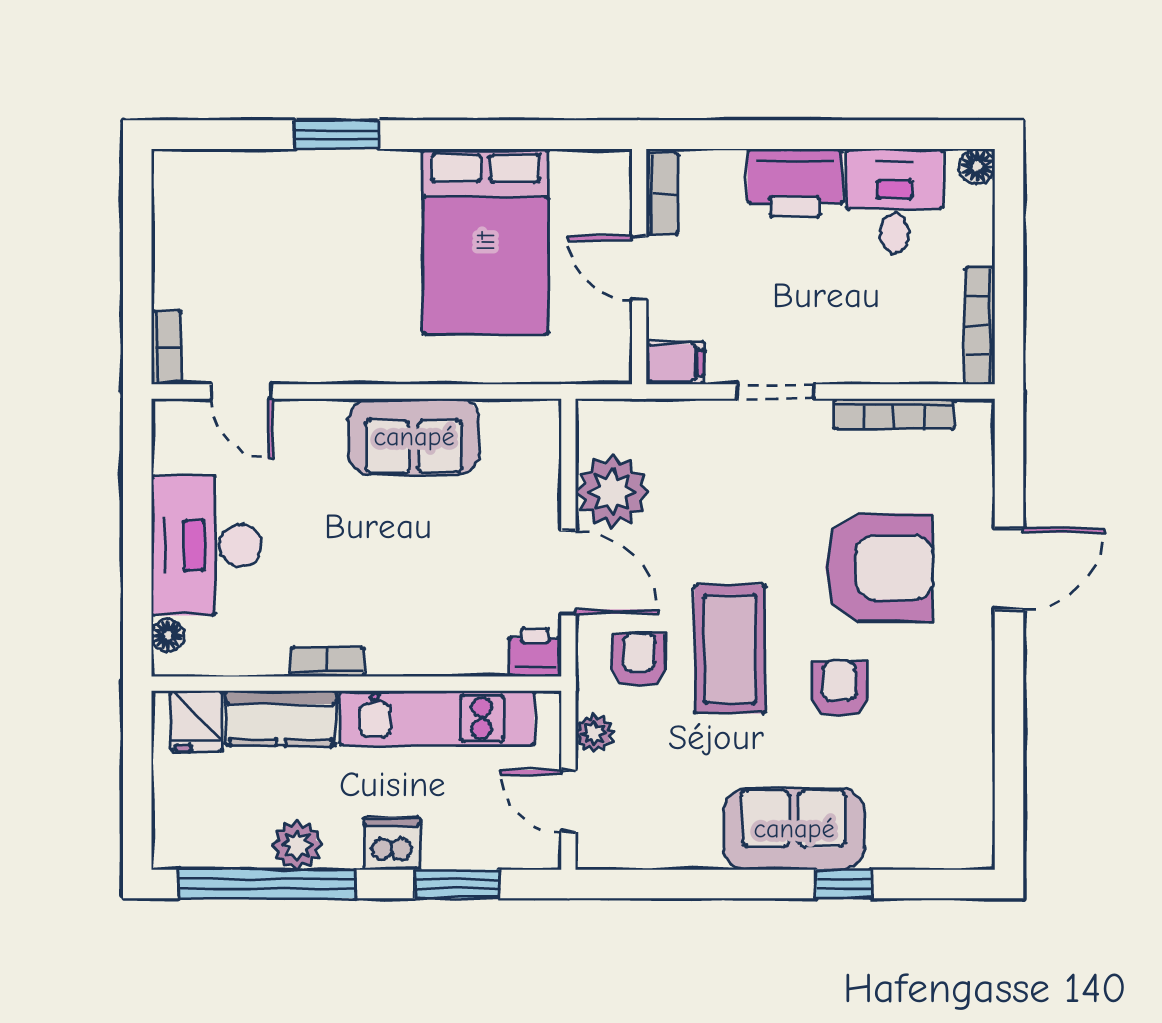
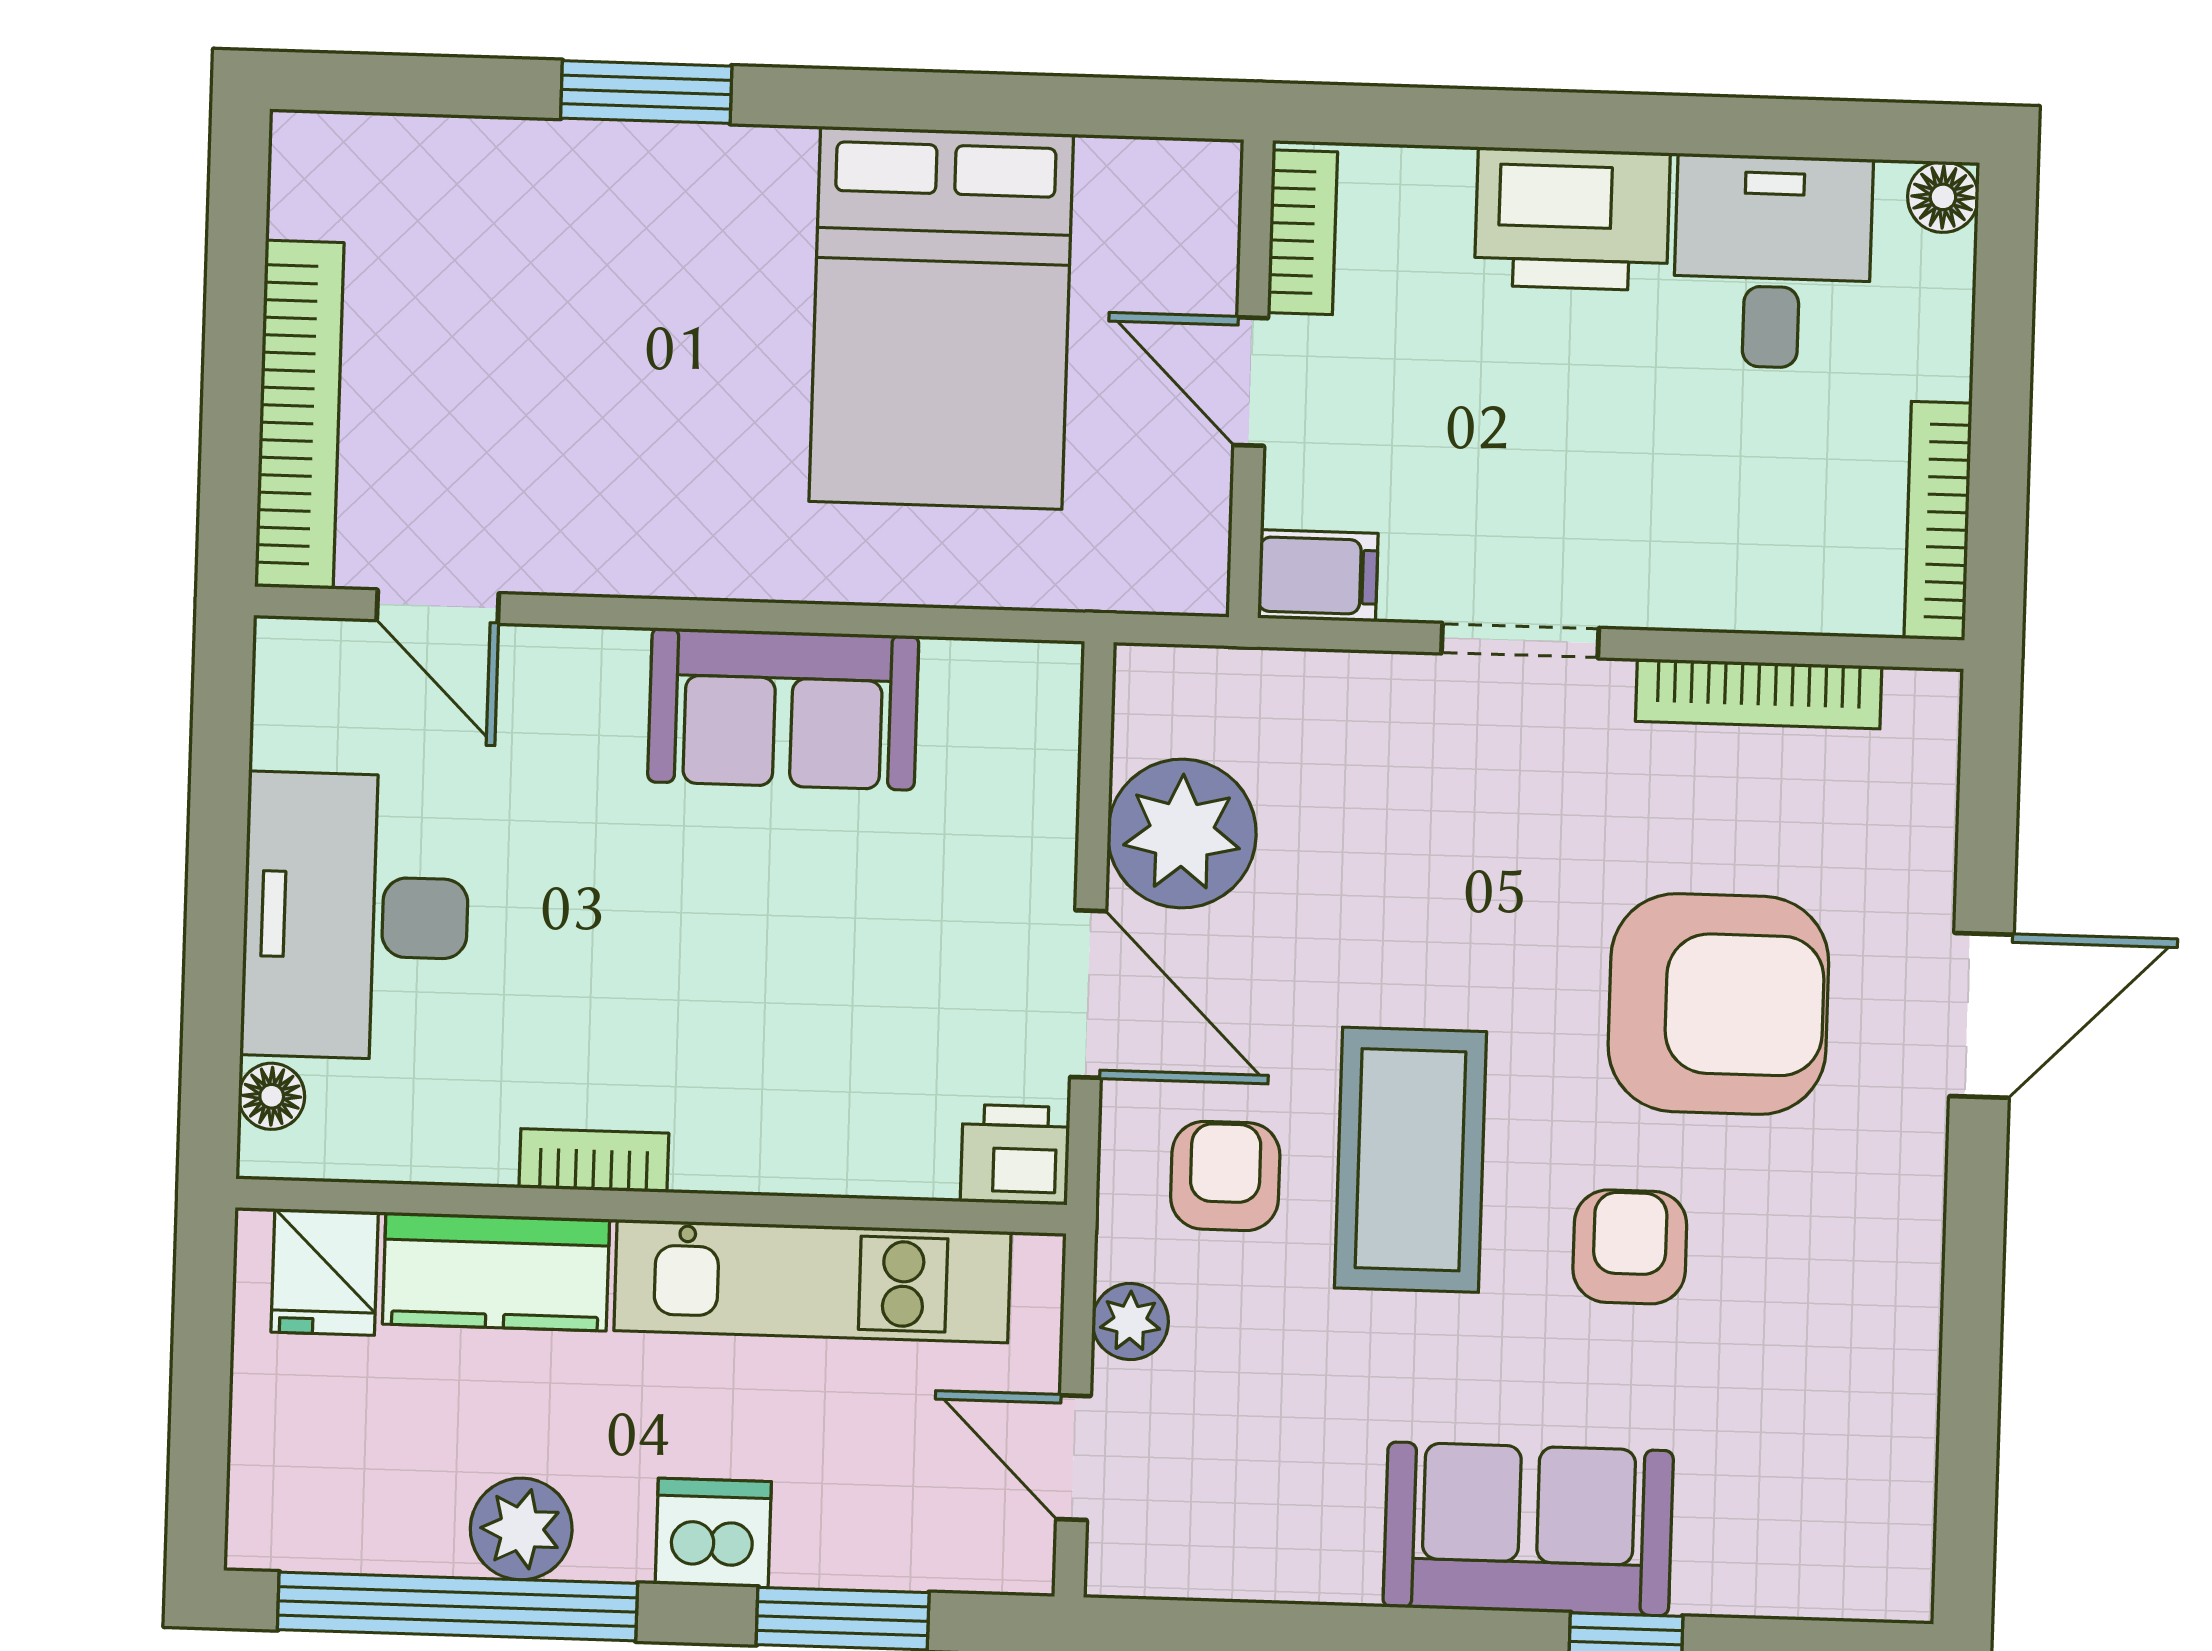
bookcase: (166, 347) -> (299, 415), width x2.31, depth x1.31

